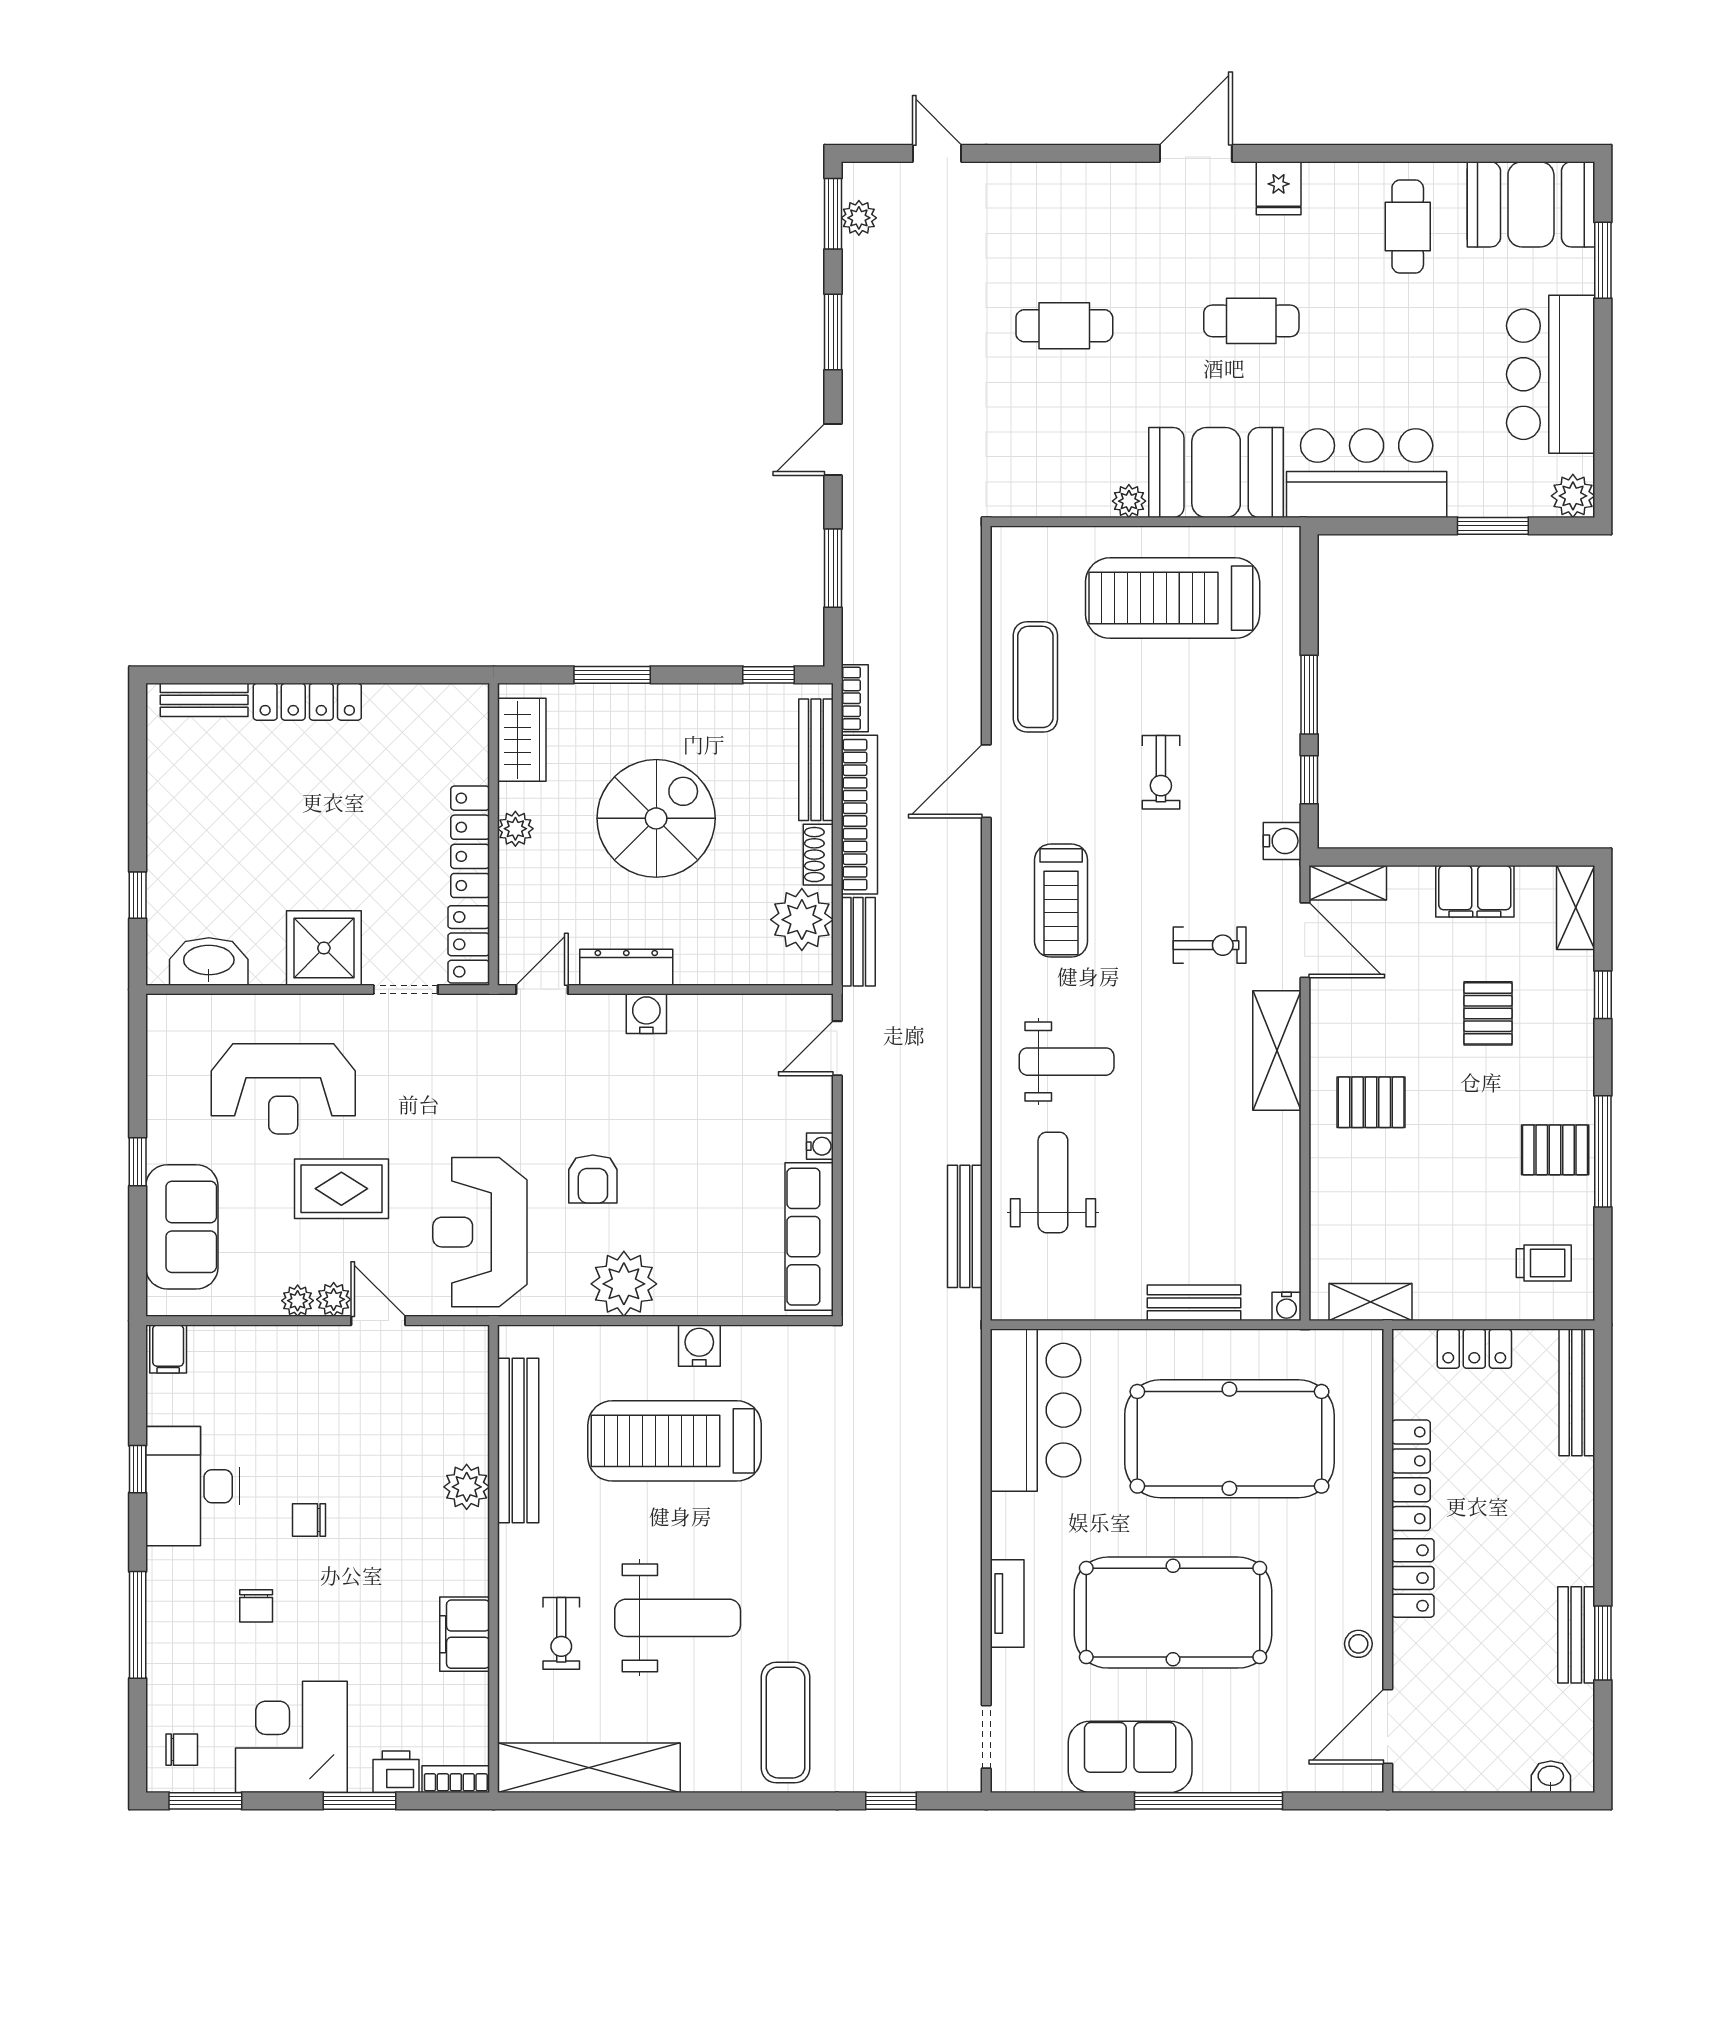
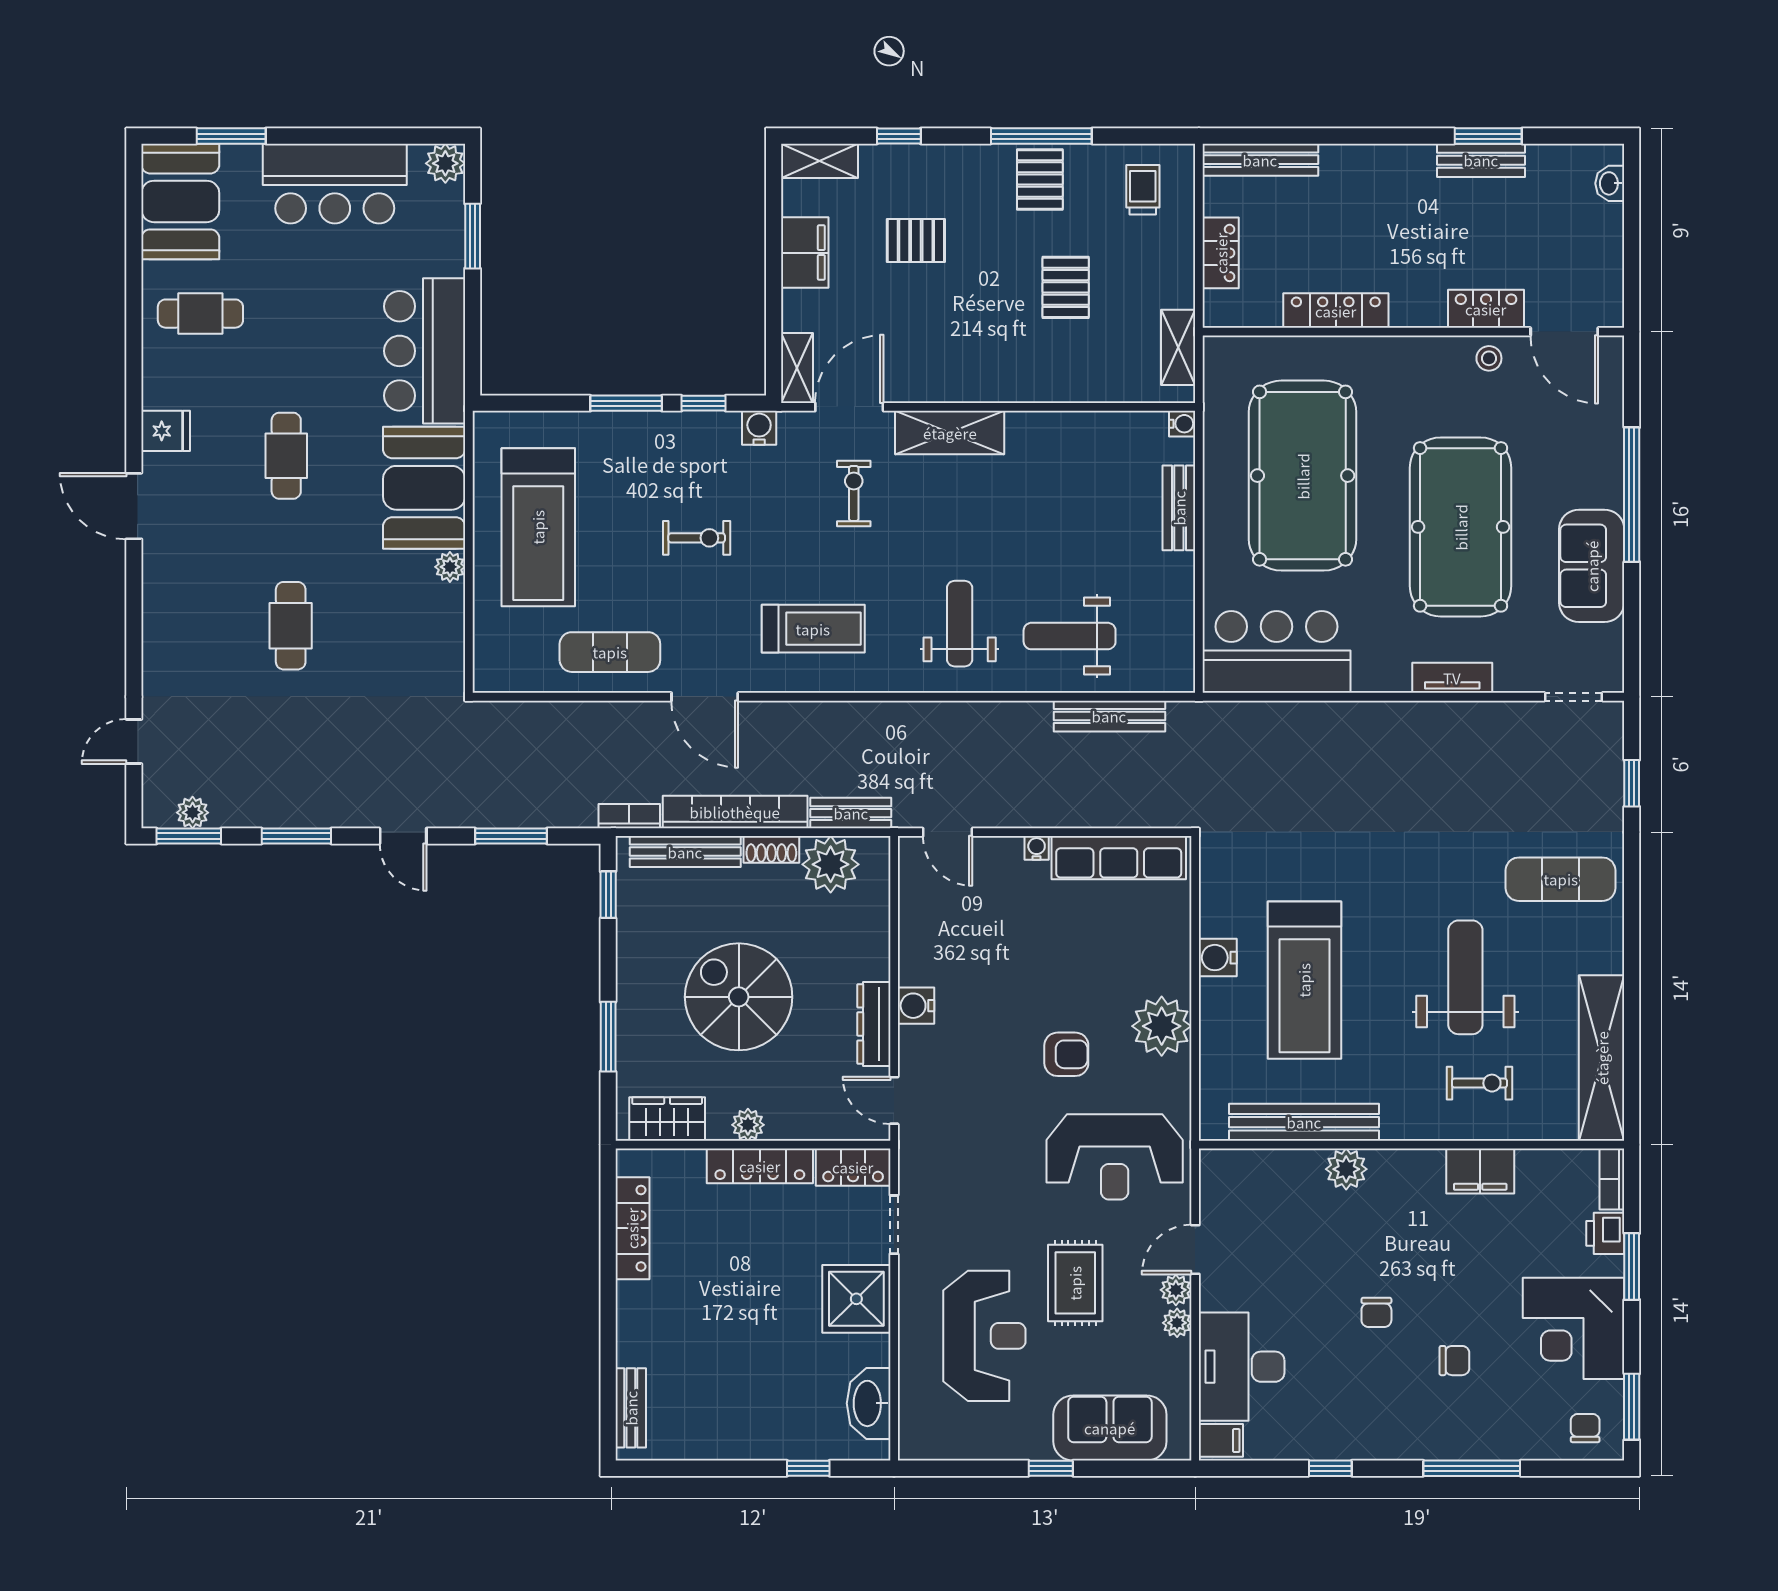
locker: (307, 702) -> (632, 1228), moved
pallet: (1371, 1102) -> (1066, 287), moved
desk: (193, 1486) -> (1242, 1367), moved, turned 90
locker: (1413, 1578) -> (1486, 309), moved

